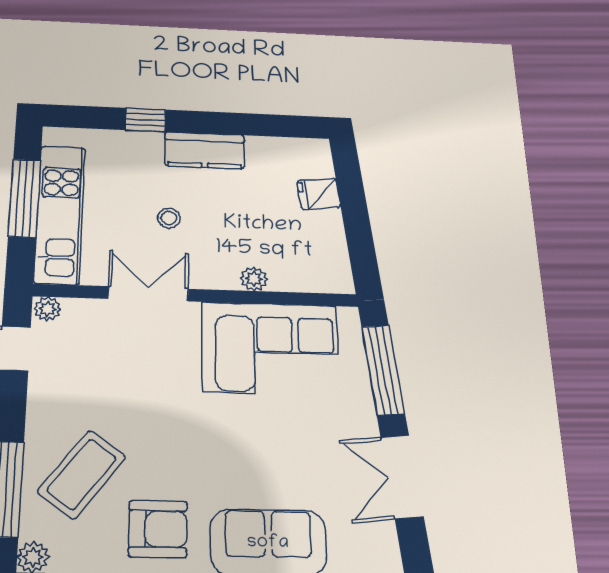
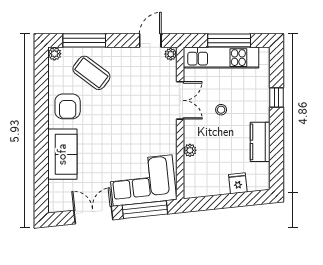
kitchen counter: (205, 150) -> (260, 142), moved
corner sofa: (270, 348) -> (143, 180), moved, turned 84

